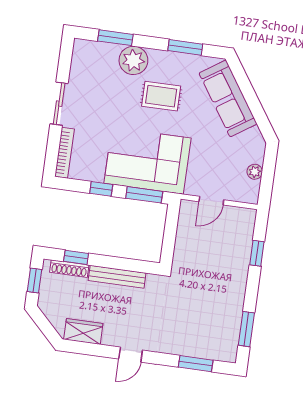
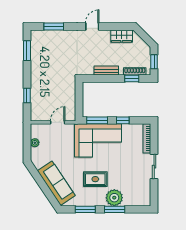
window: (115, 38) -> (115, 209), moved
bench: (117, 277) -> (106, 71), width x0.73

